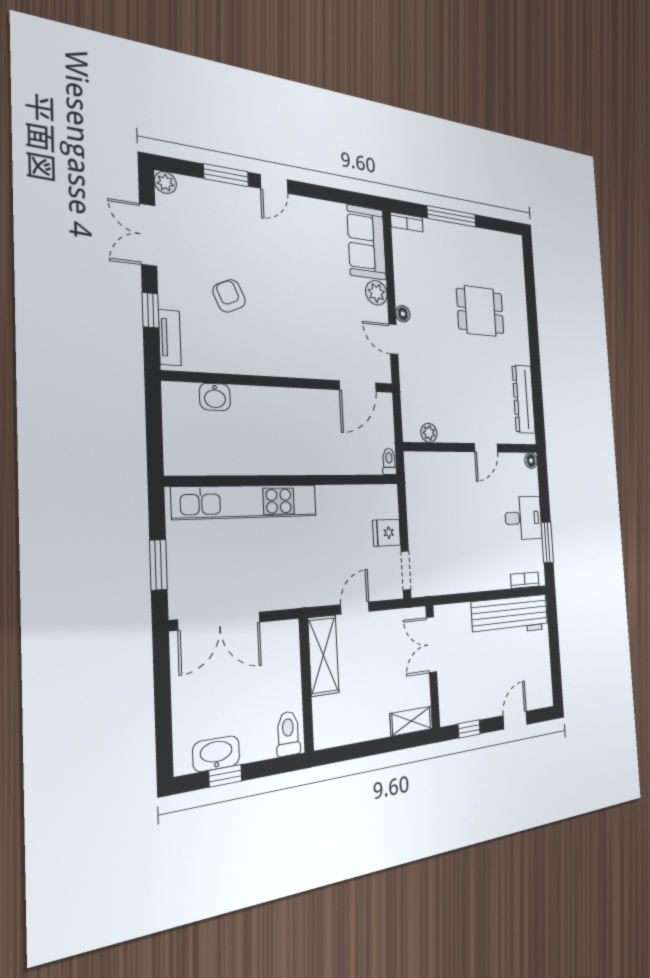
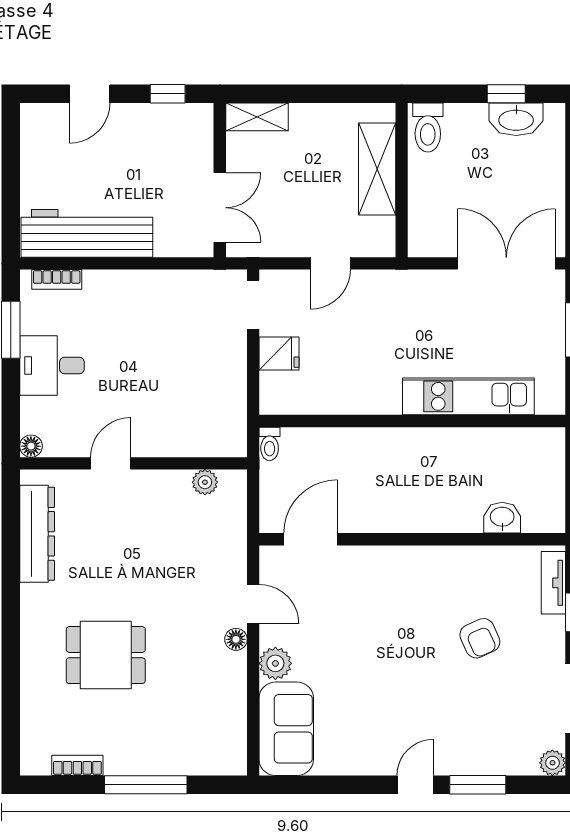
bookcase: (407, 222) -> (77, 765), moved
kitchen unit: (246, 502) -> (468, 396), width x0.73
shelving: (323, 655) -> (377, 169), moved

